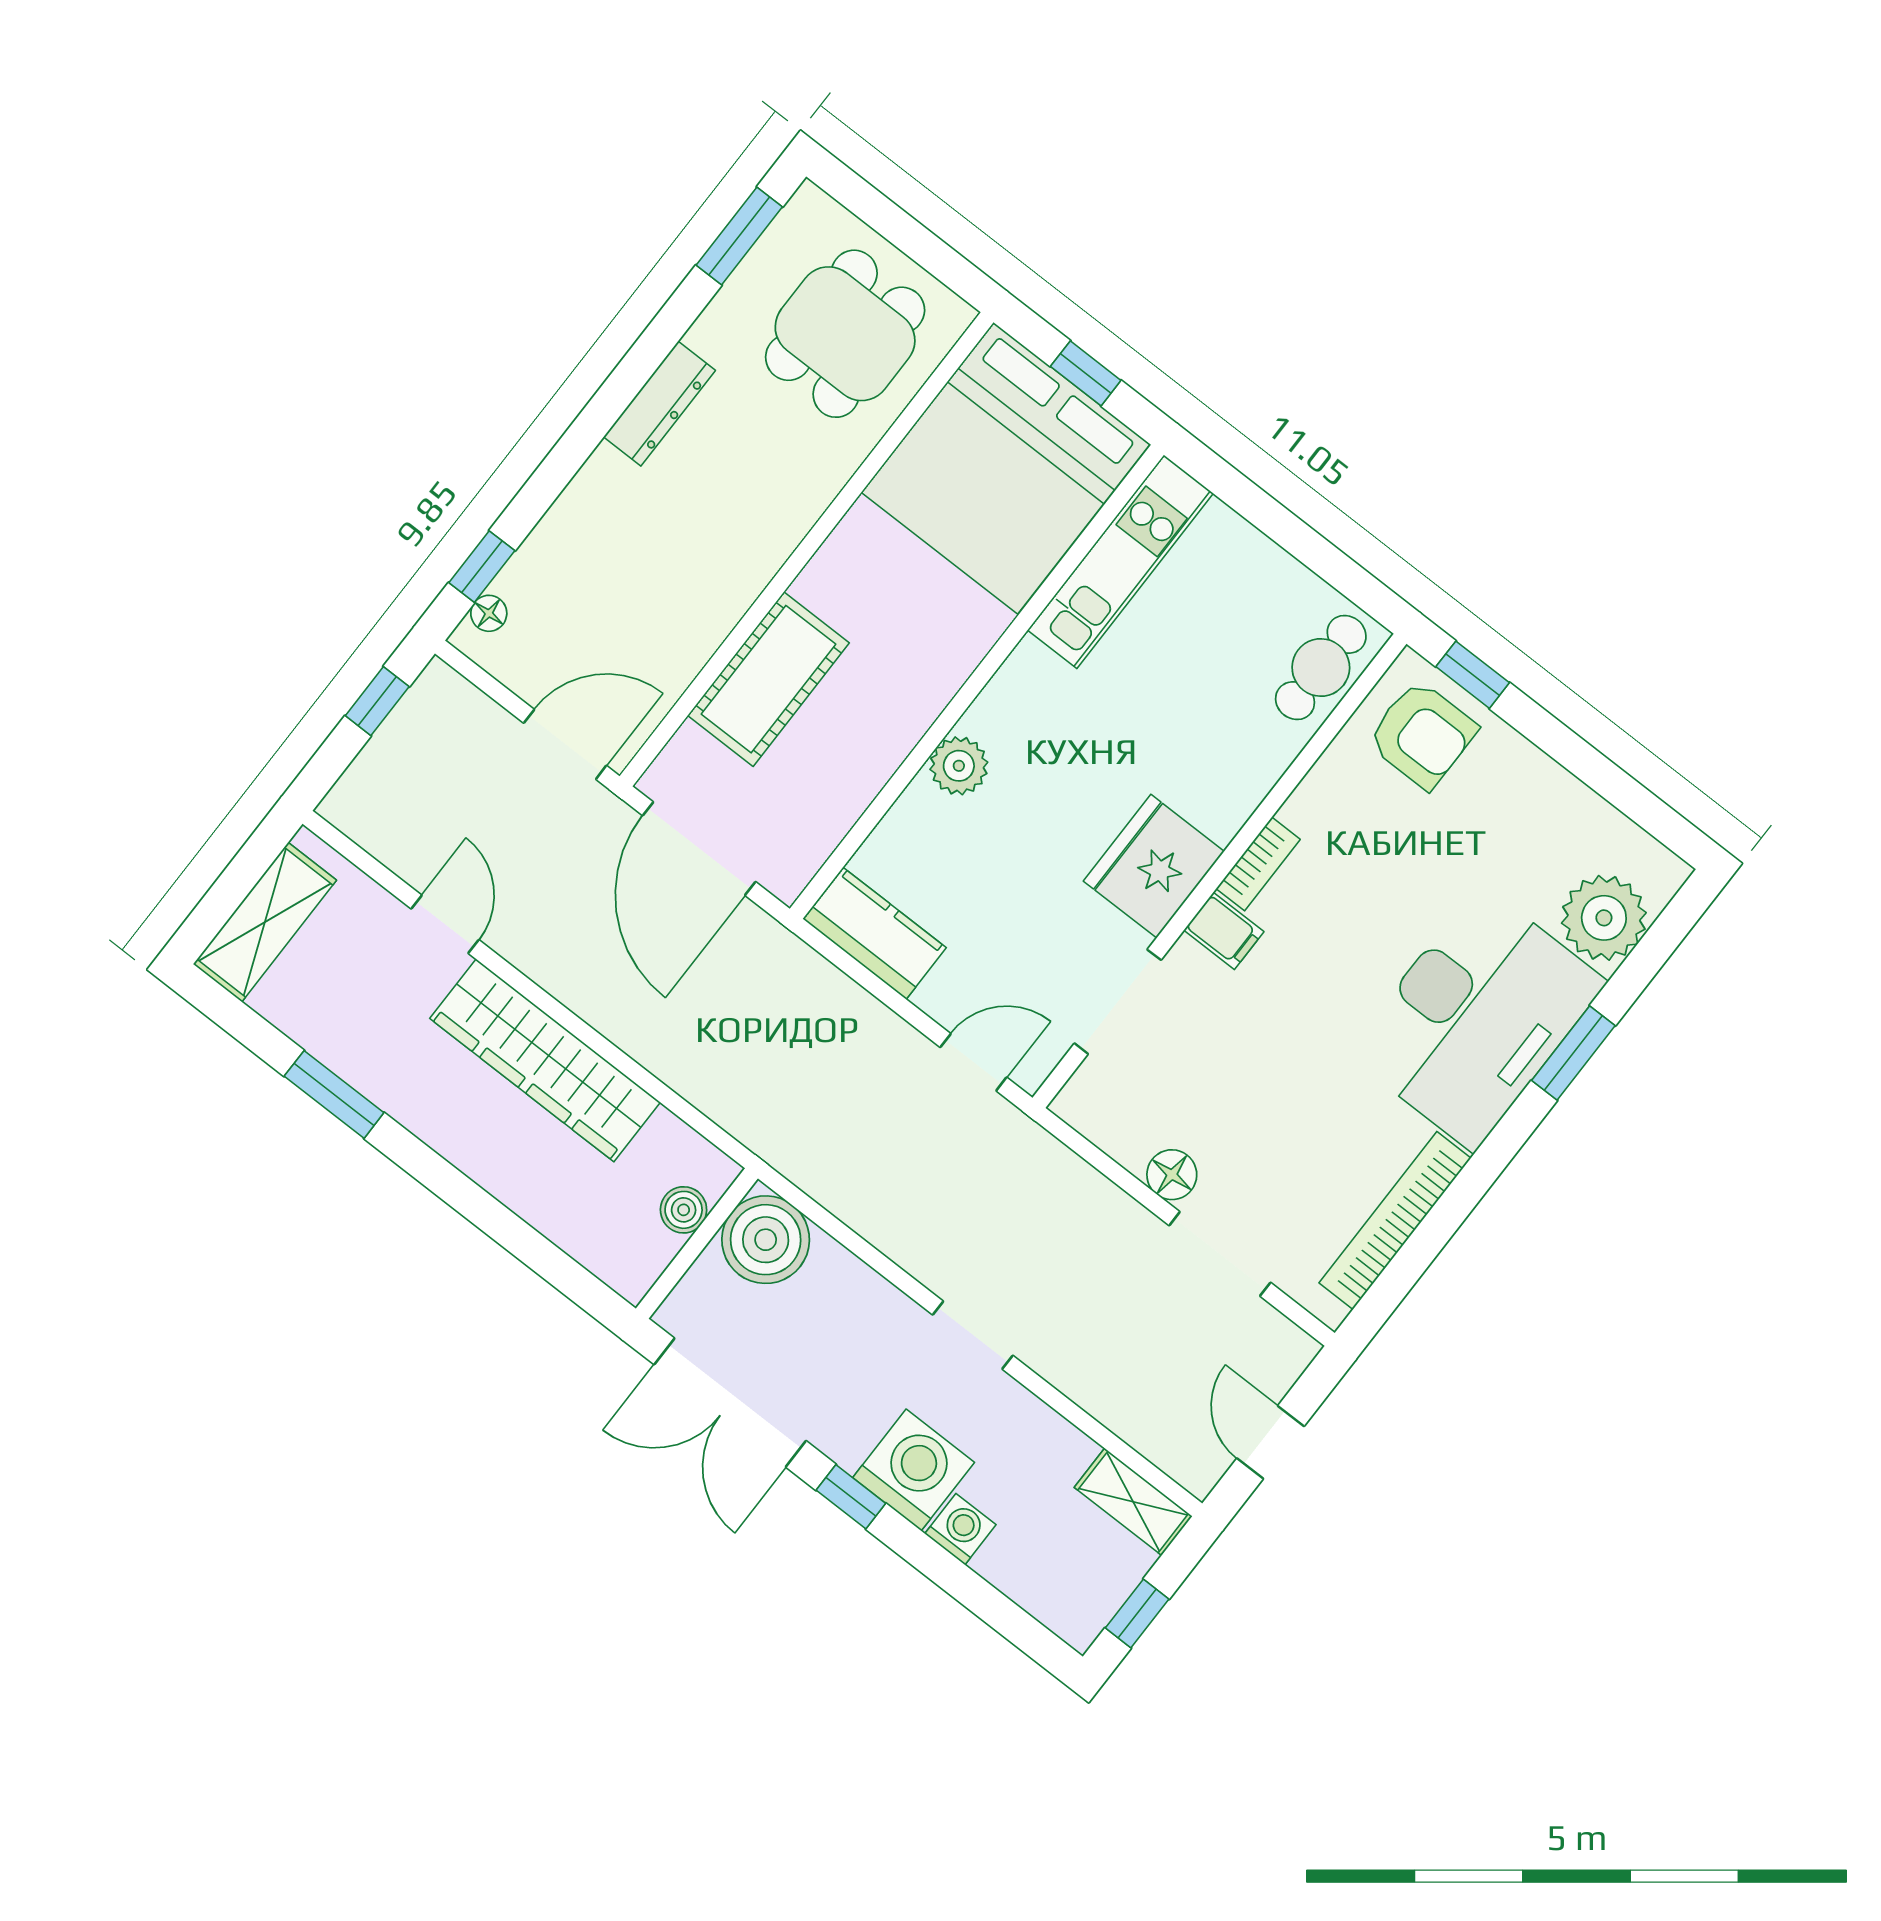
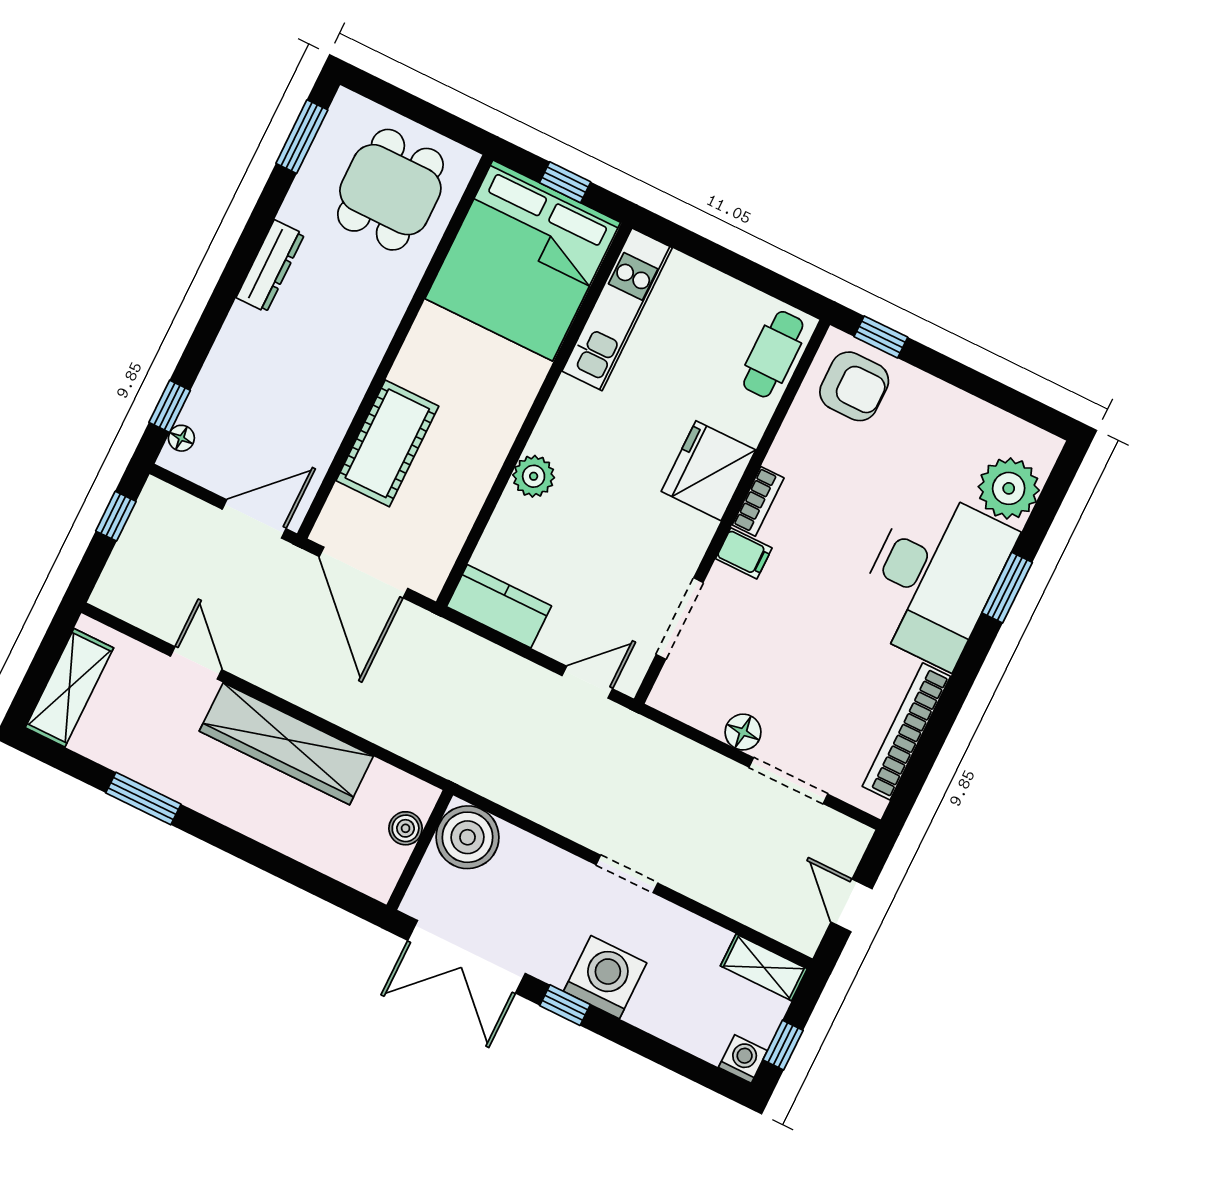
fridge: (1154, 866) -> (708, 471), moved
washing machine: (960, 1529) -> (743, 1059), moved

